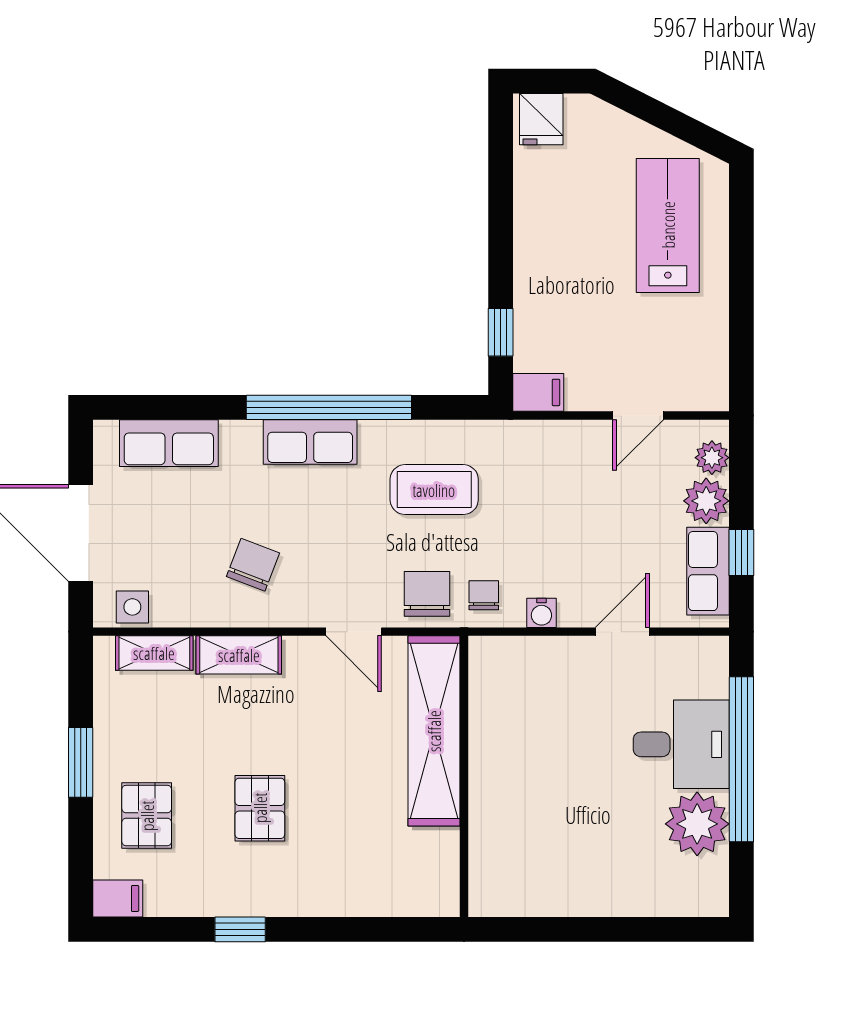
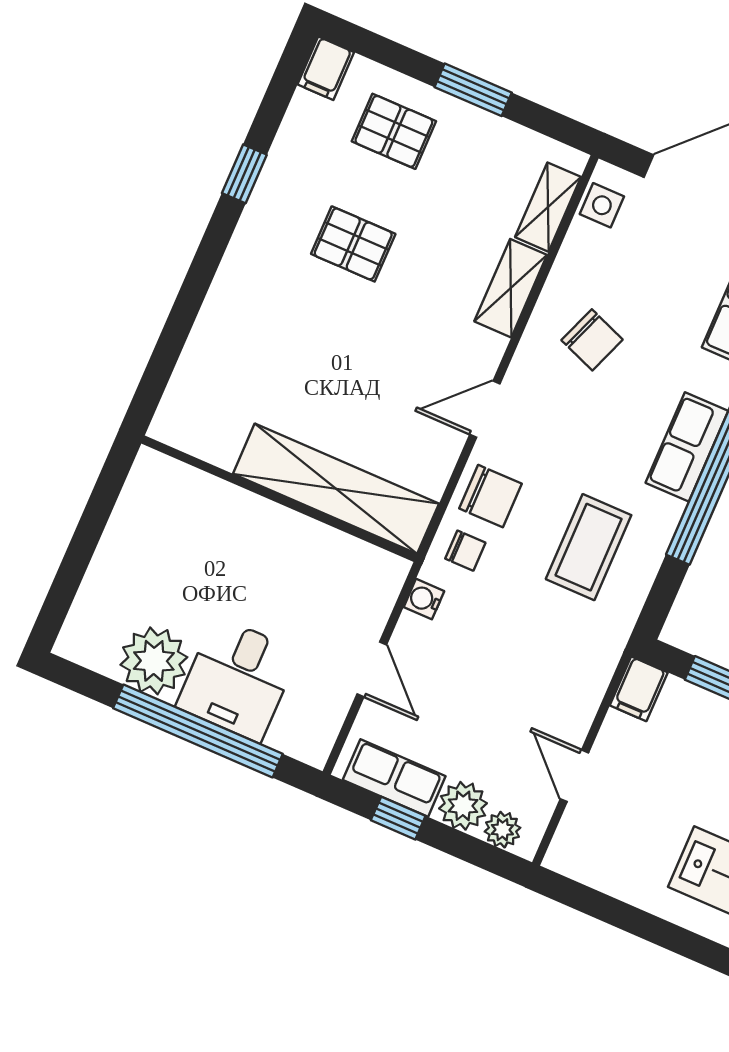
shelving: (434, 731) -> (336, 489), moved
wall: (464, 776) -> (279, 499), moved

